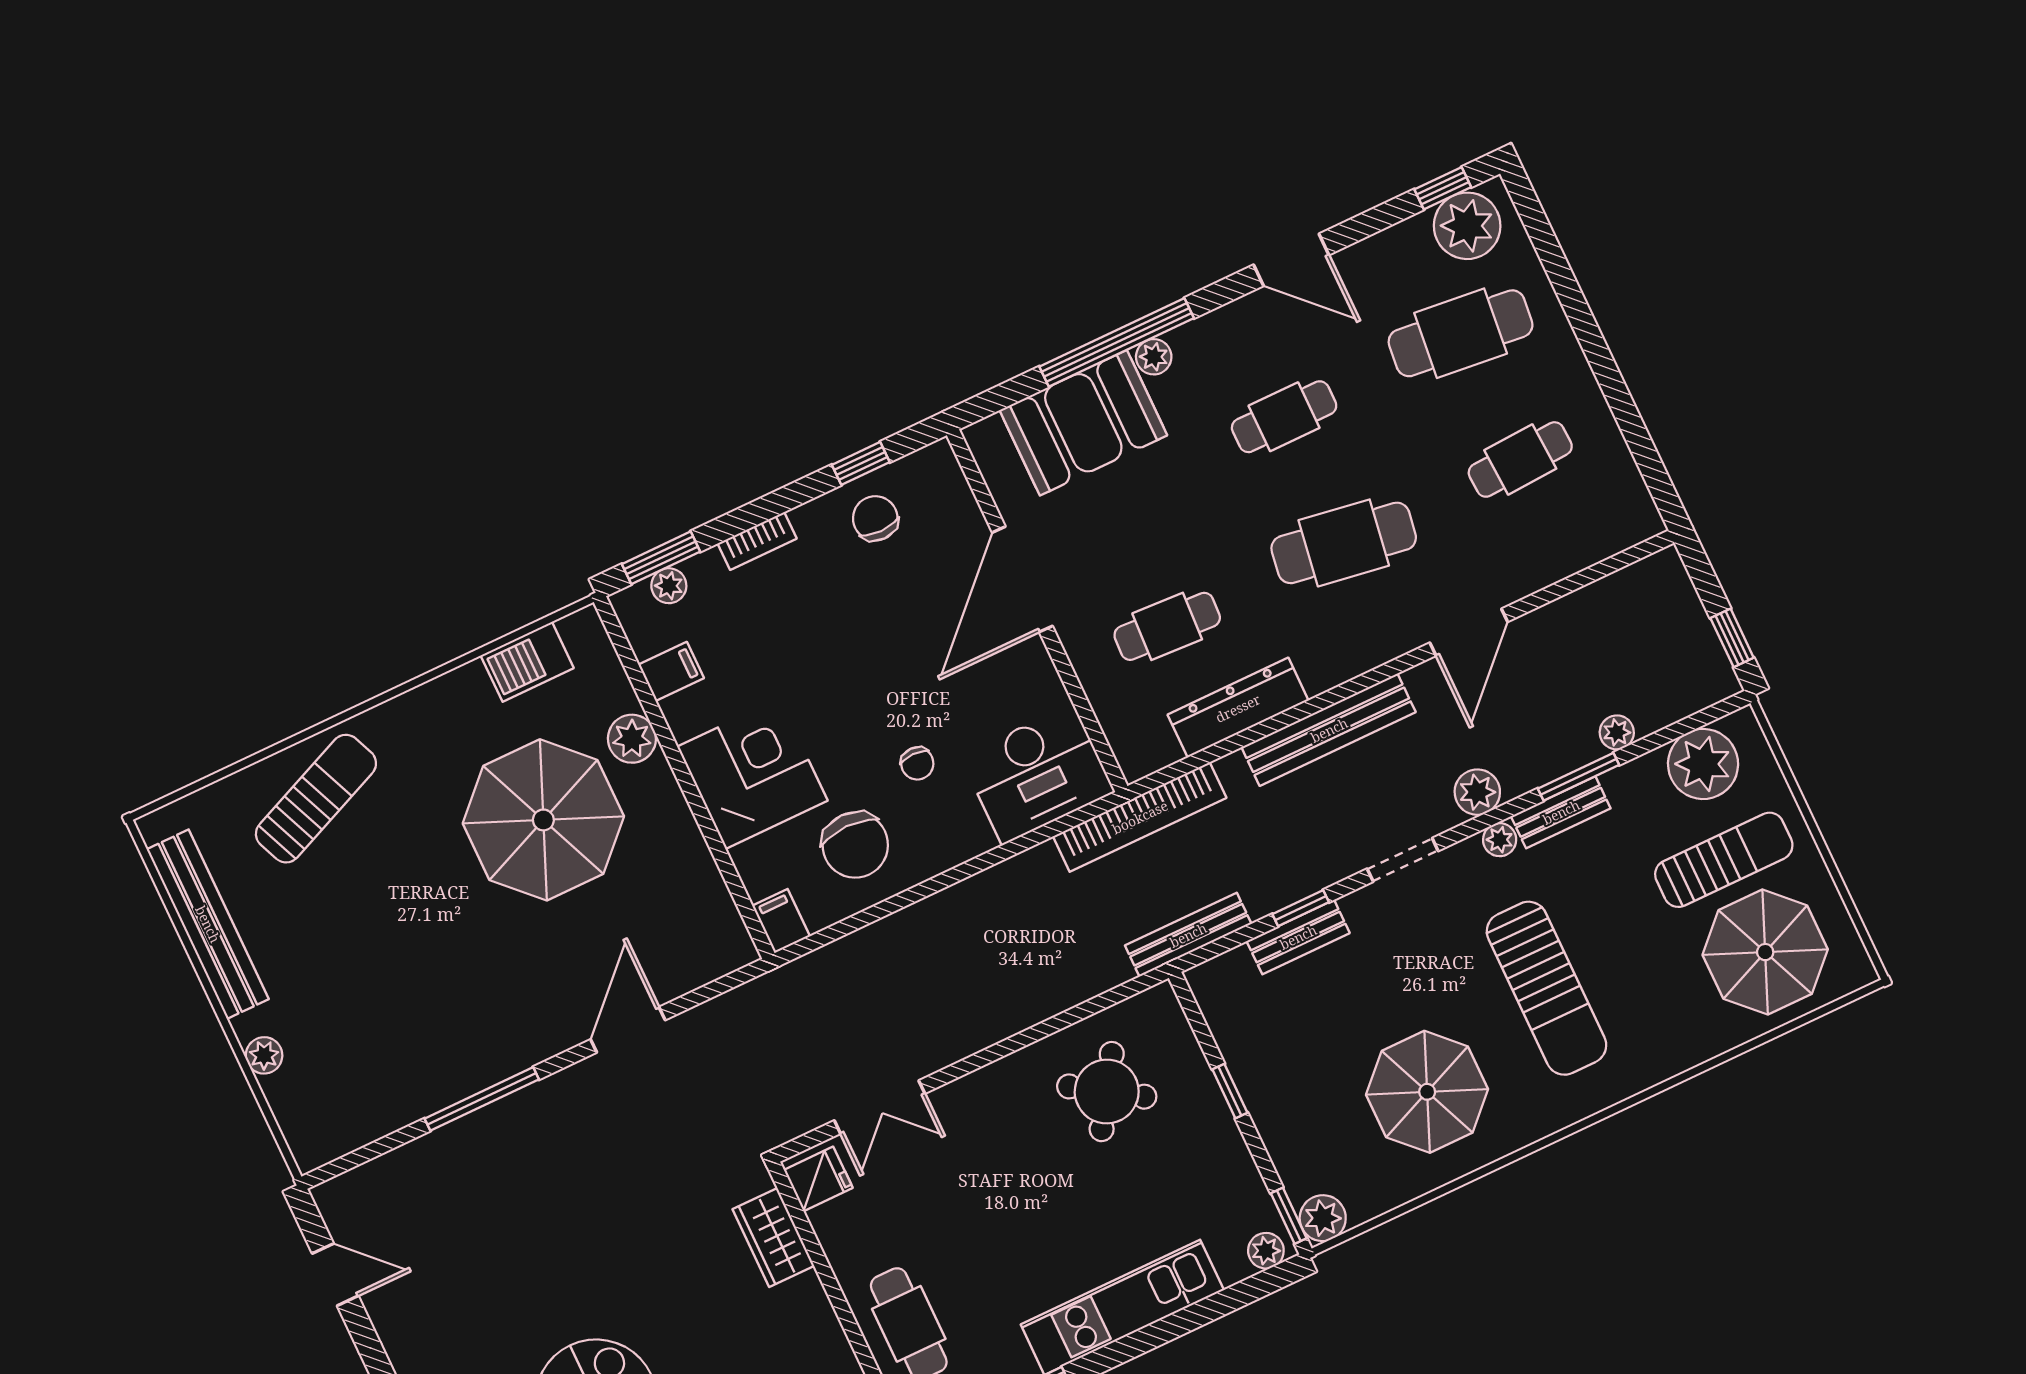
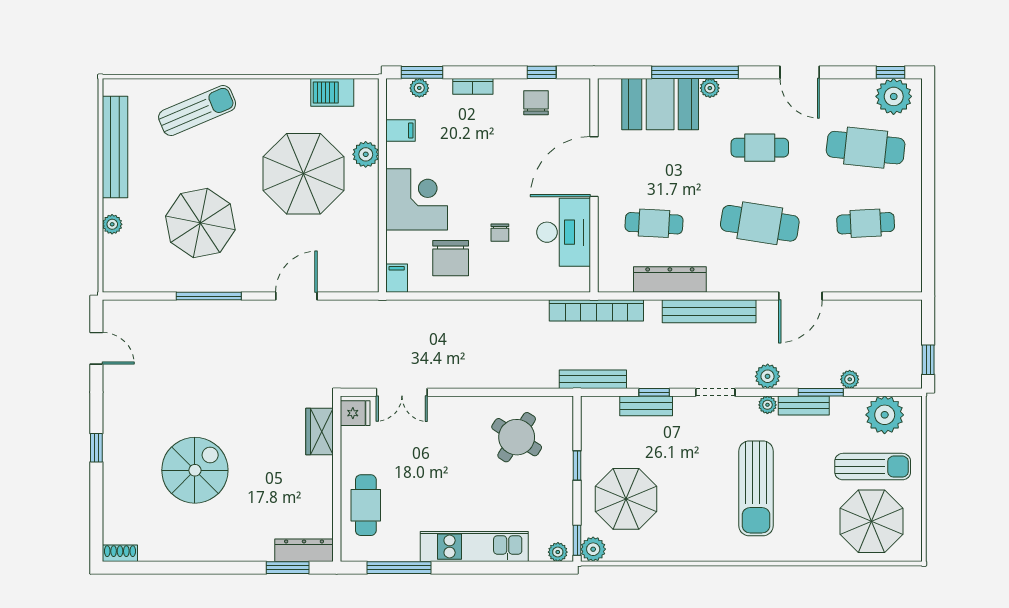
desk: (1038, 774) -> (564, 232), moved, turned -90
parasol: (410, 984) -> (200, 223), added
parasol: (1427, 1092) -> (626, 499), moved

